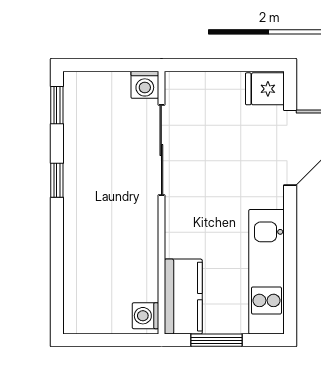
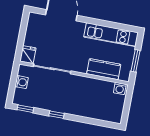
washing machine: (145, 85) -> (22, 82), moved
fridge: (265, 89) -> (28, 55), moved, turned 180
kitchen counter: (183, 297) -> (104, 69), moved

